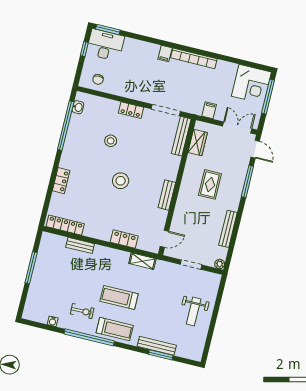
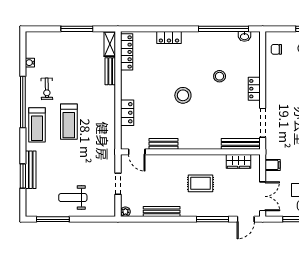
bench: (167, 195) -> (163, 144), moved
shelving: (142, 261) -> (110, 44), moved
treadmill: (119, 297) -> (69, 122), turned 180
window: (210, 336) -> (53, 219), added

